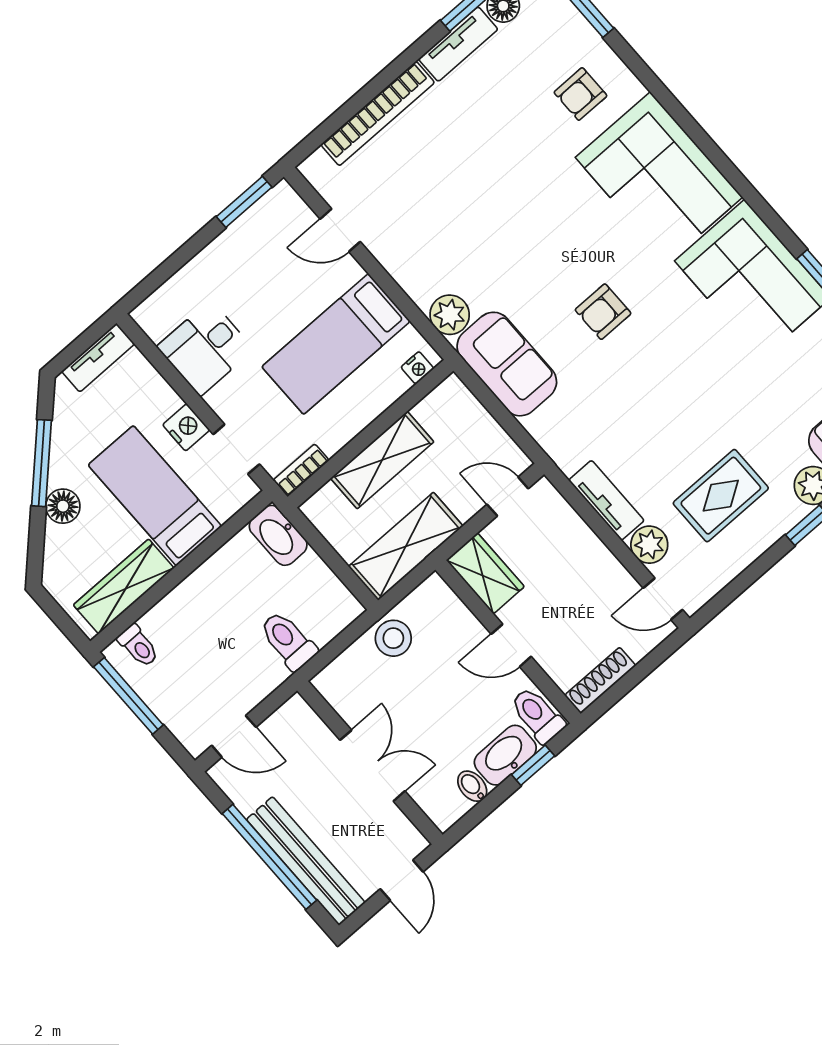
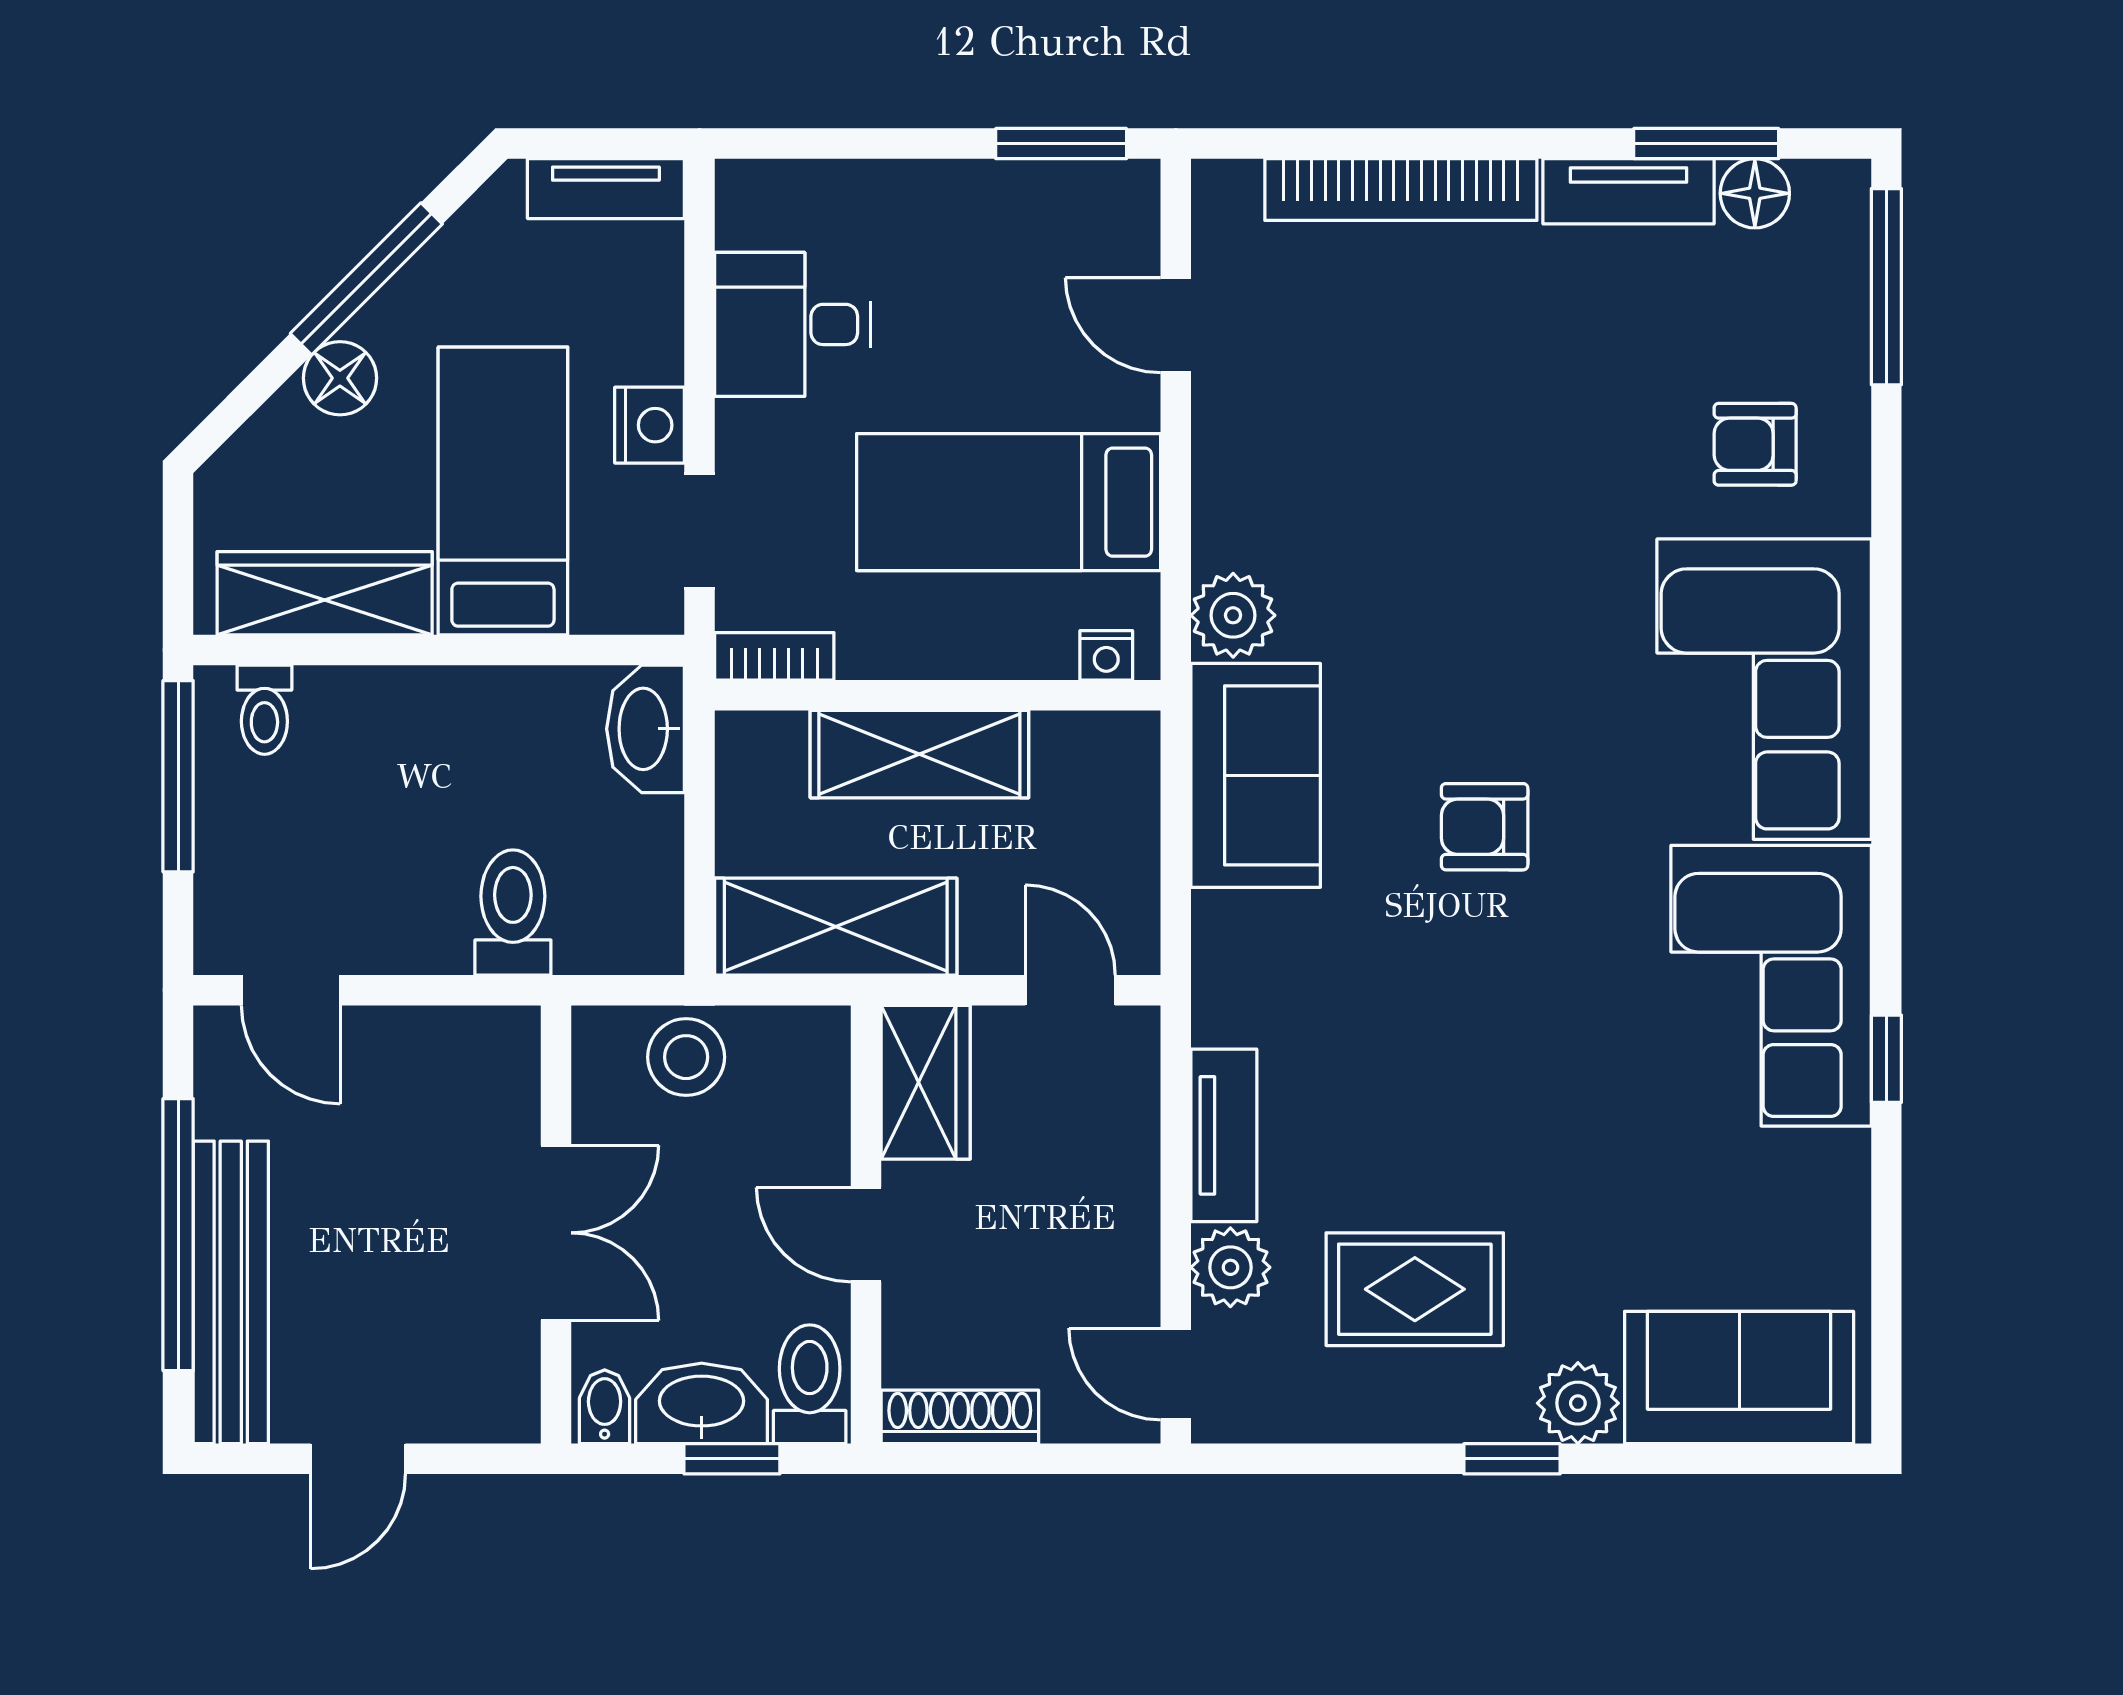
wall: (370, 763) -> (556, 1224), moved
double door: (372, 766) -> (556, 1233), moved

